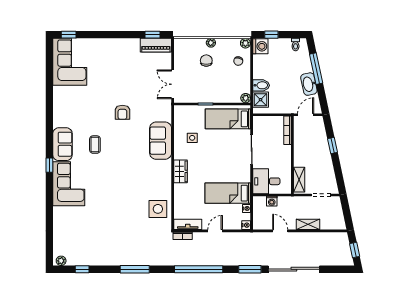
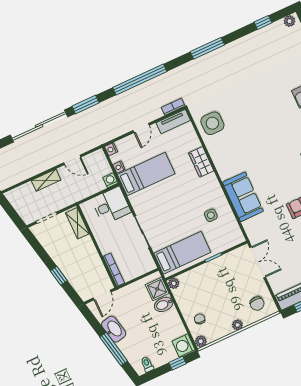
chair: (206, 61) -> (257, 304), moved
wardrobe: (181, 171) -> (201, 162), moved
washing machine: (272, 201) -> (110, 180), moved

